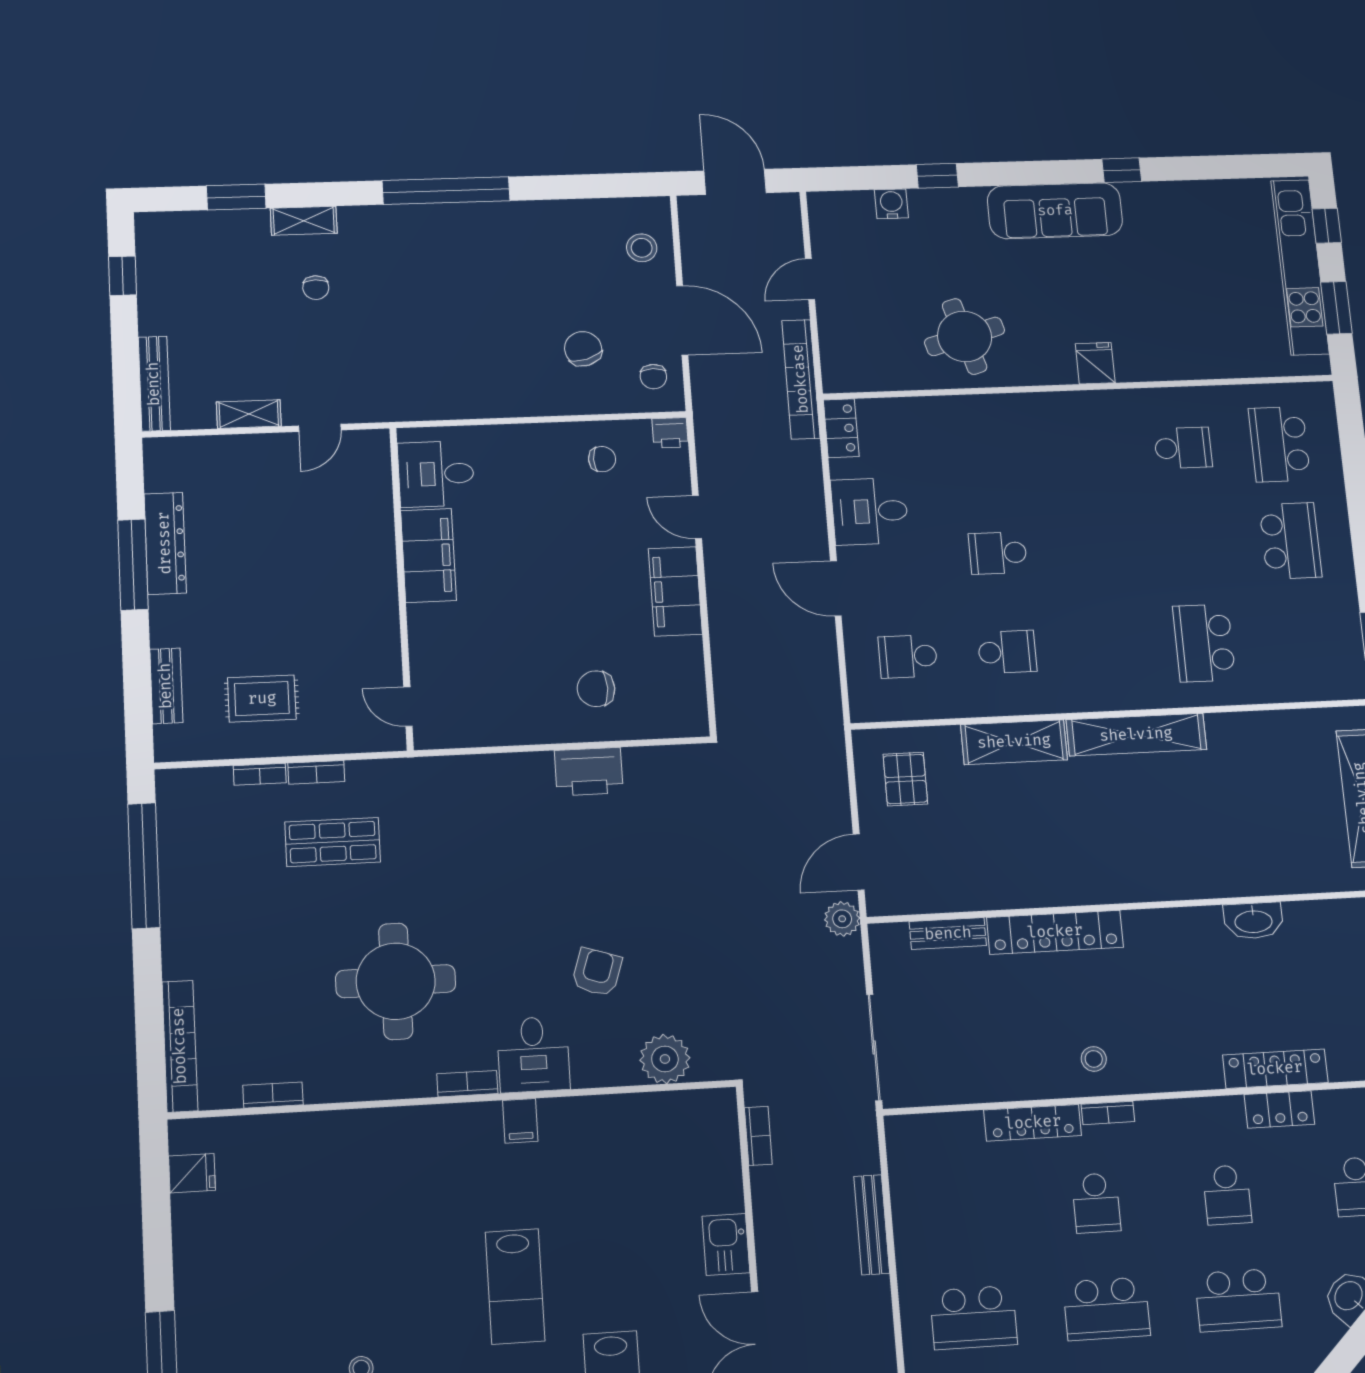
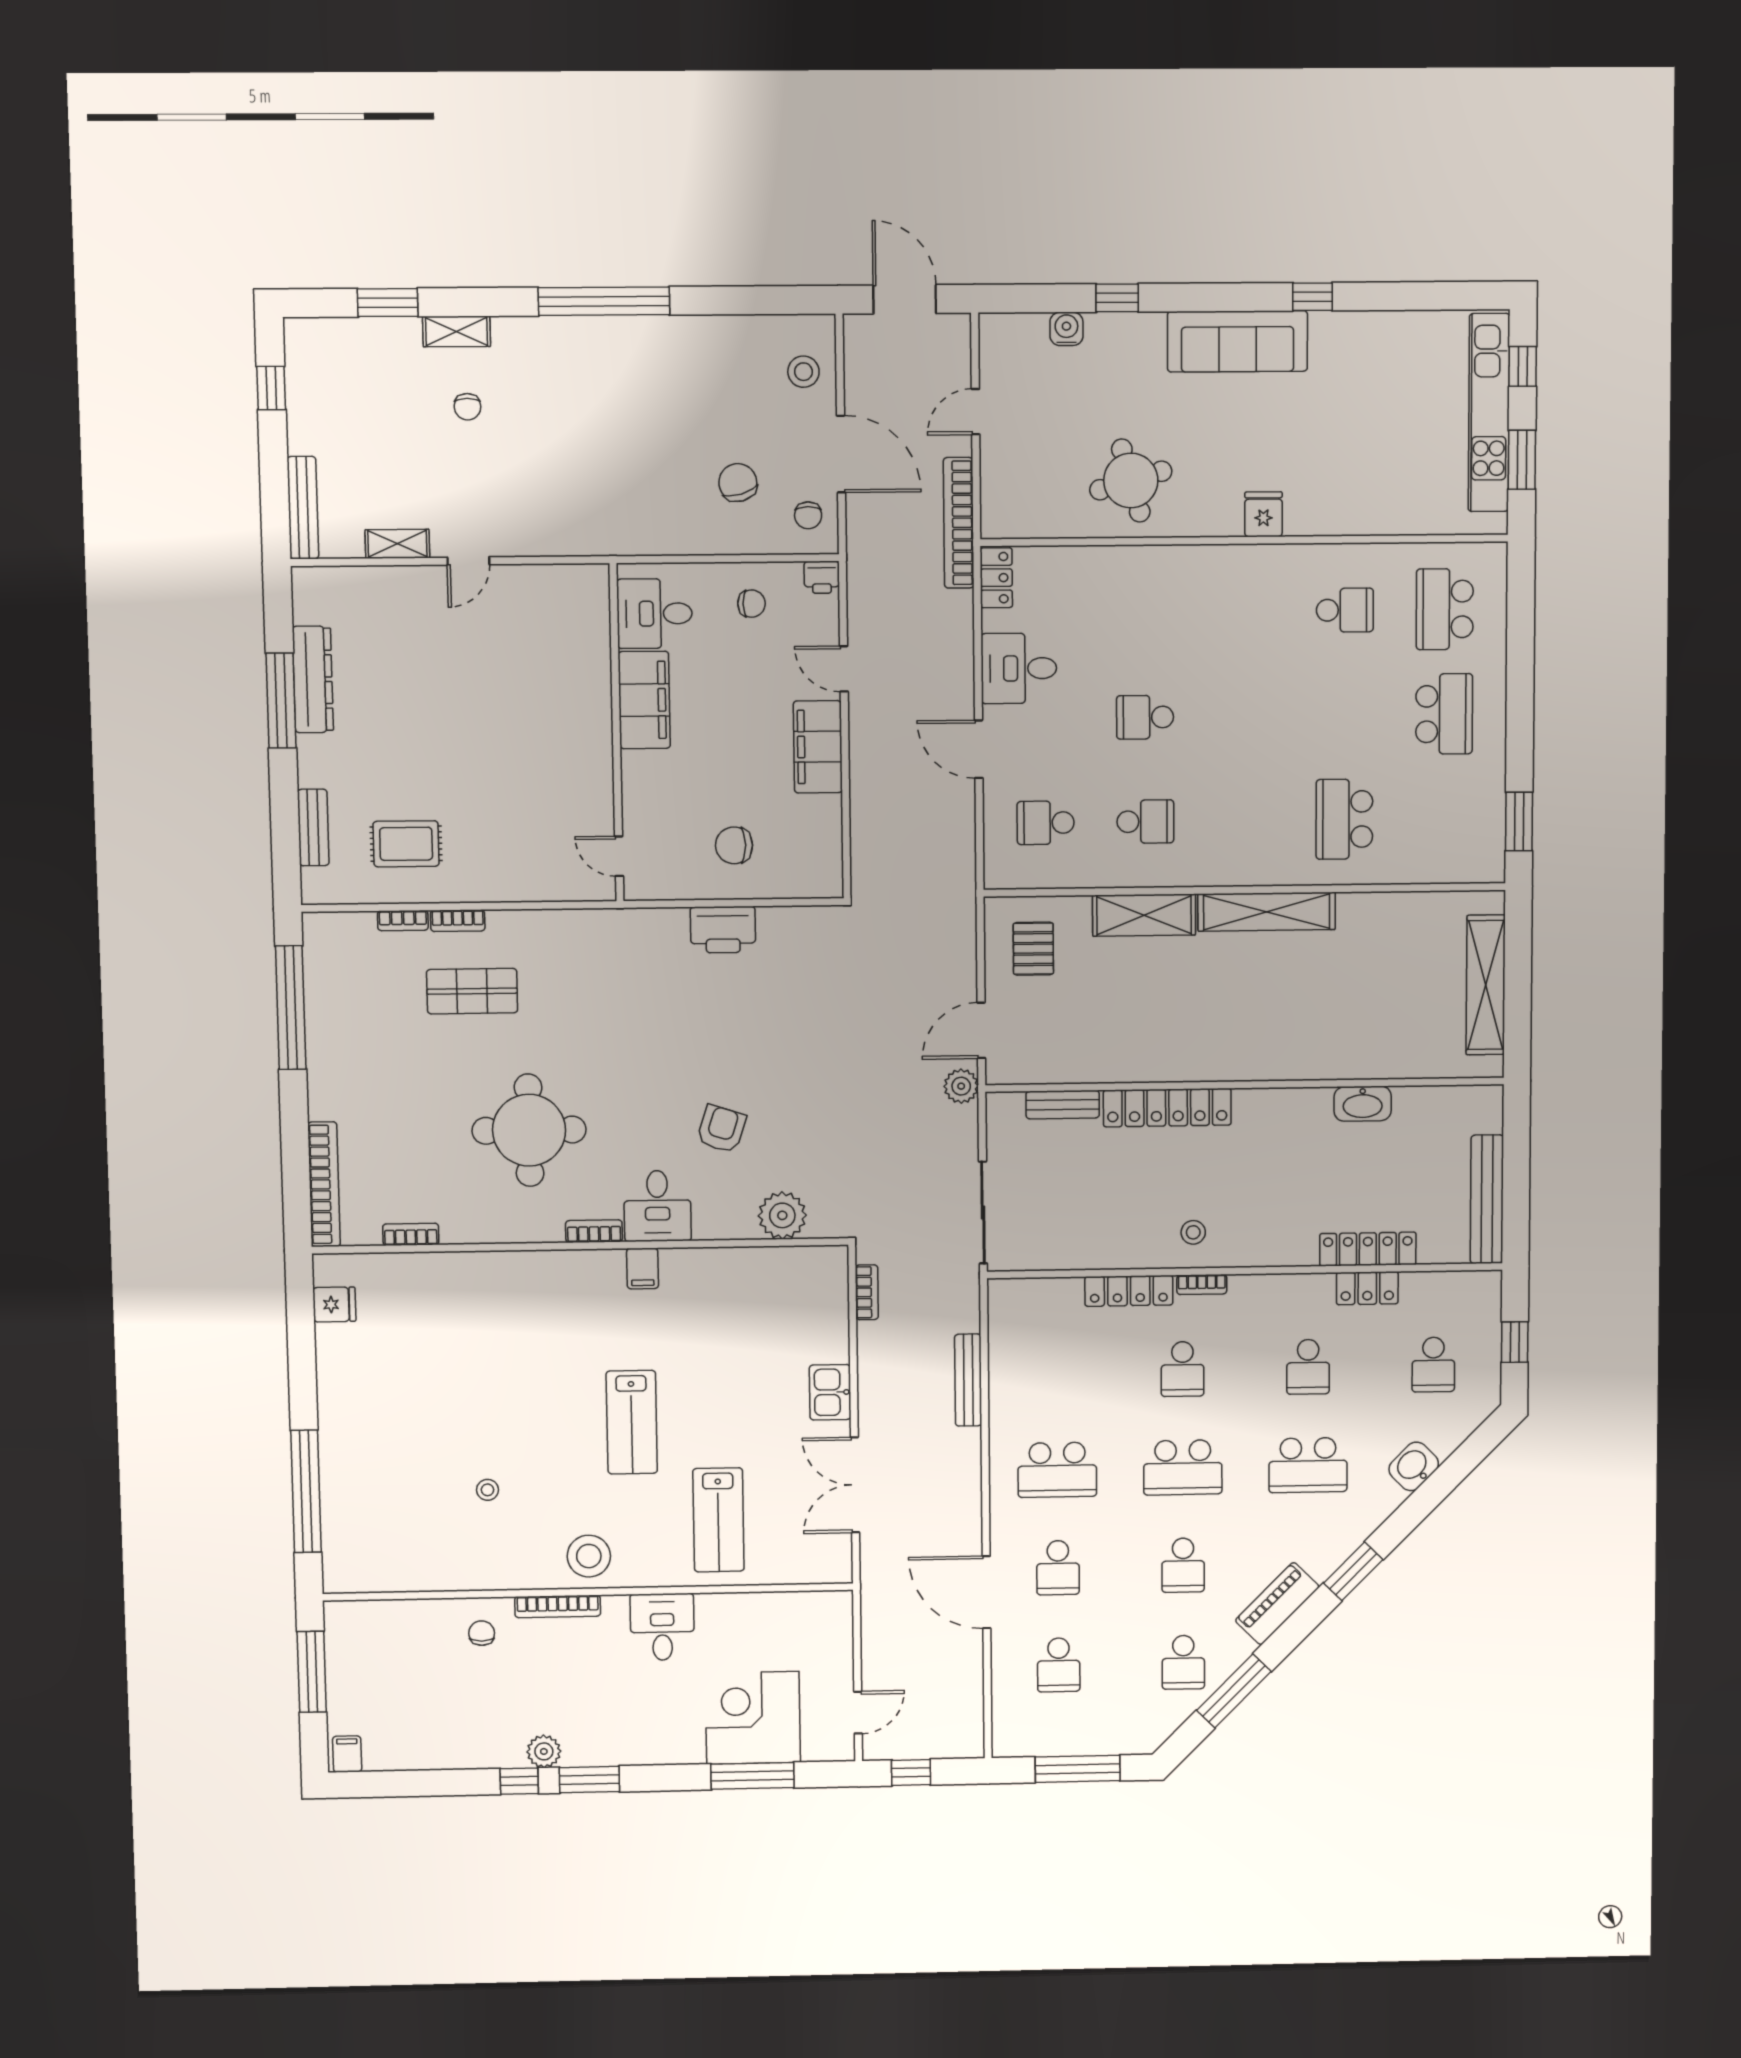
desk: (436, 474) -> (655, 614), moved
filing cabinet: (428, 555) -> (644, 700), moved
wall: (401, 588) -> (616, 733), moved
door: (408, 707) -> (619, 856), moved

